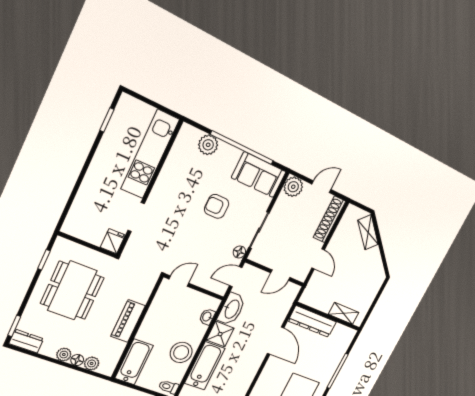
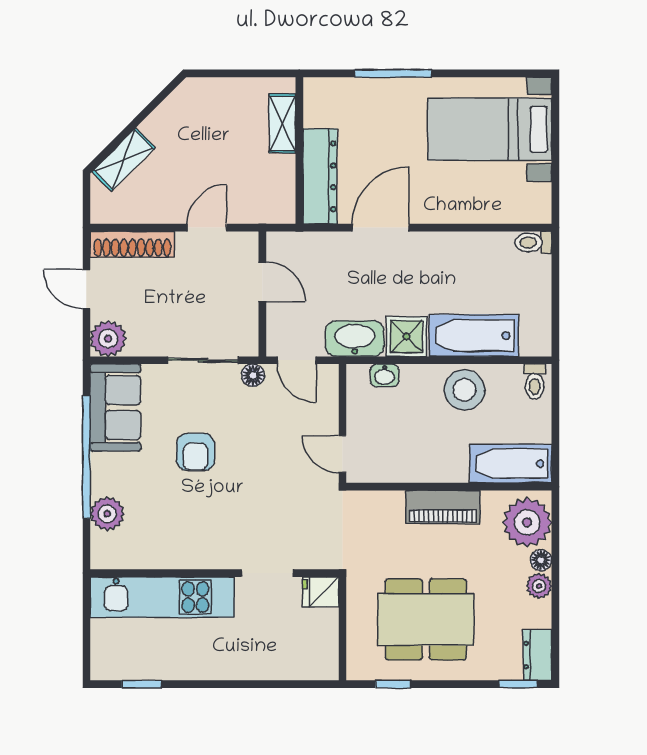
plant: (92, 363) -> (527, 522), width x1.88, depth x1.88

